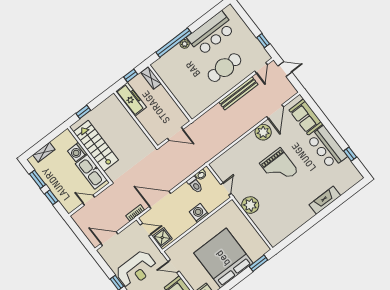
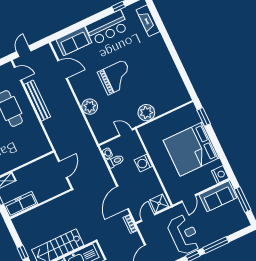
plant: (263, 132) -> (90, 107), moved
fireplace: (325, 200) -> (148, 21), moved

